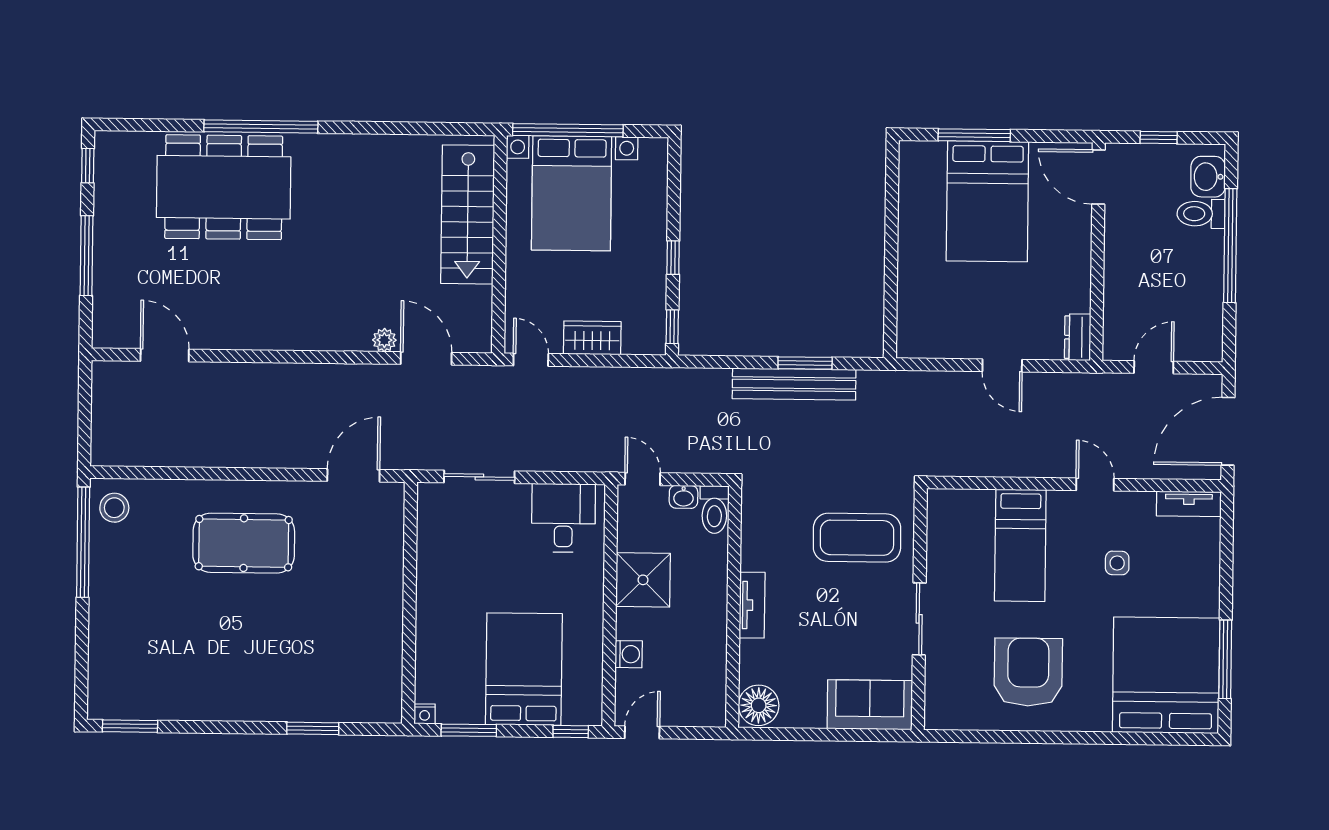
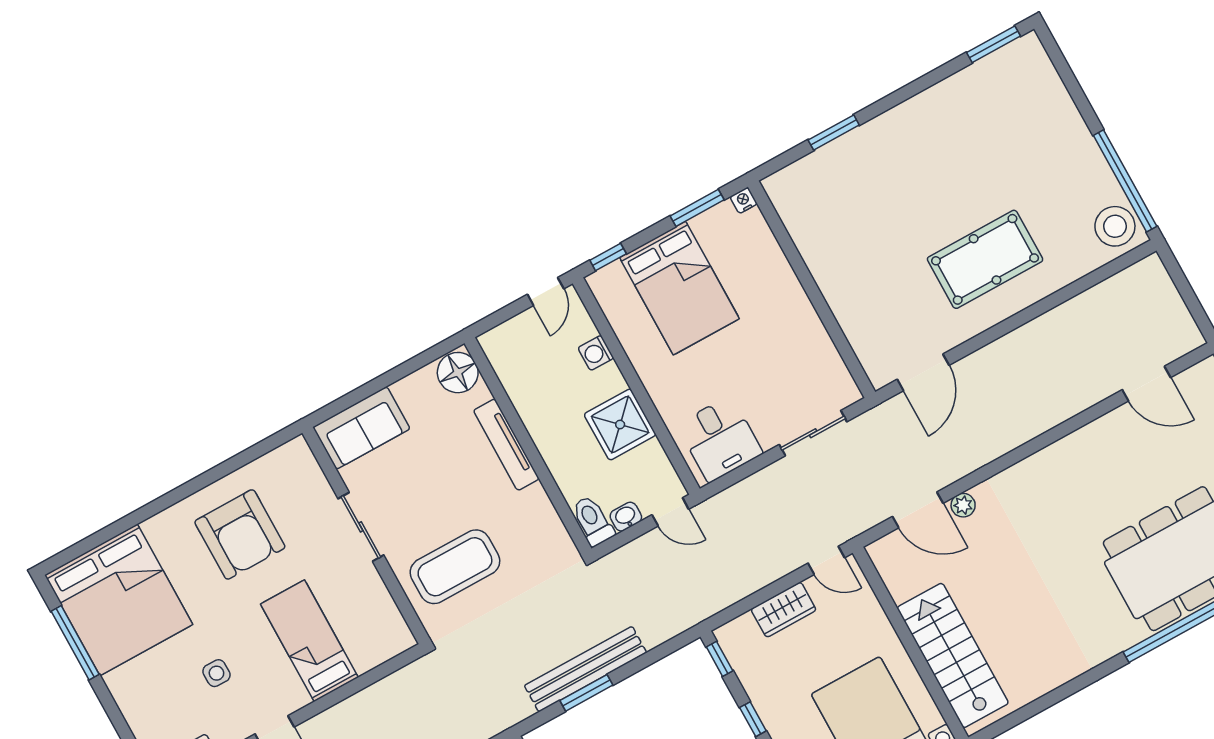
stool: (114, 508) -> (1115, 226), width x1.38, depth x1.38
tv unit: (752, 605) -> (506, 445), width x1.41

